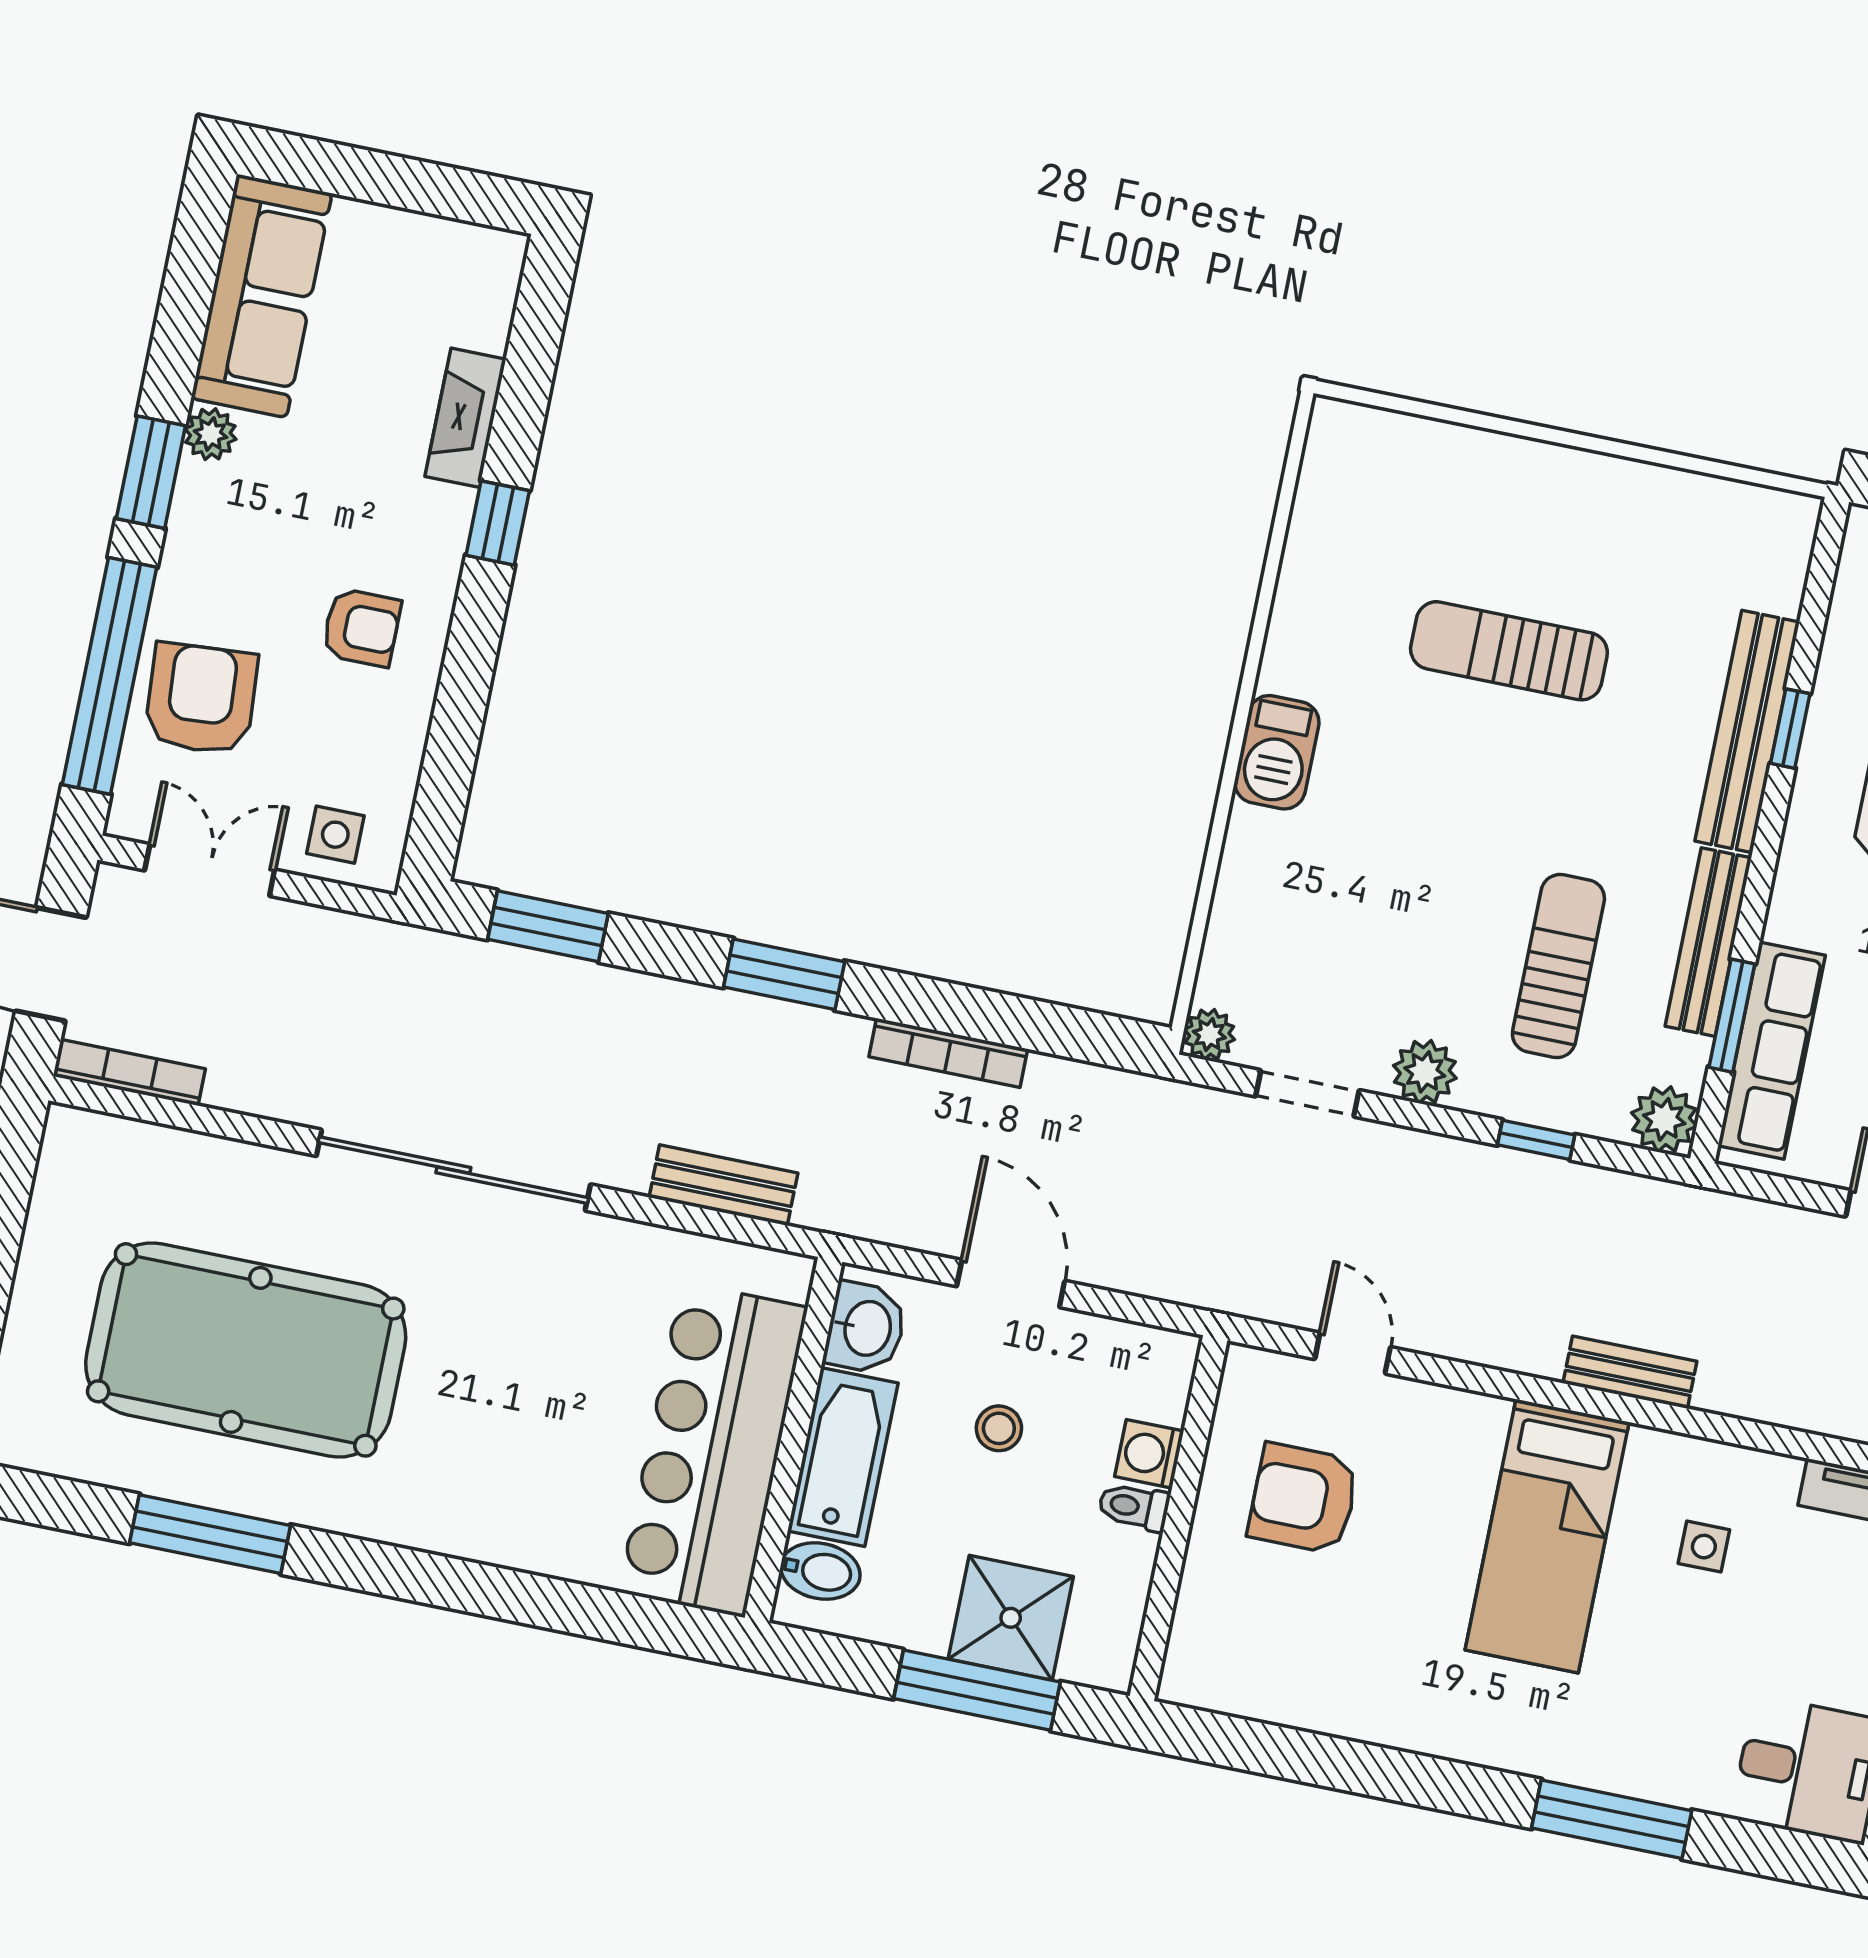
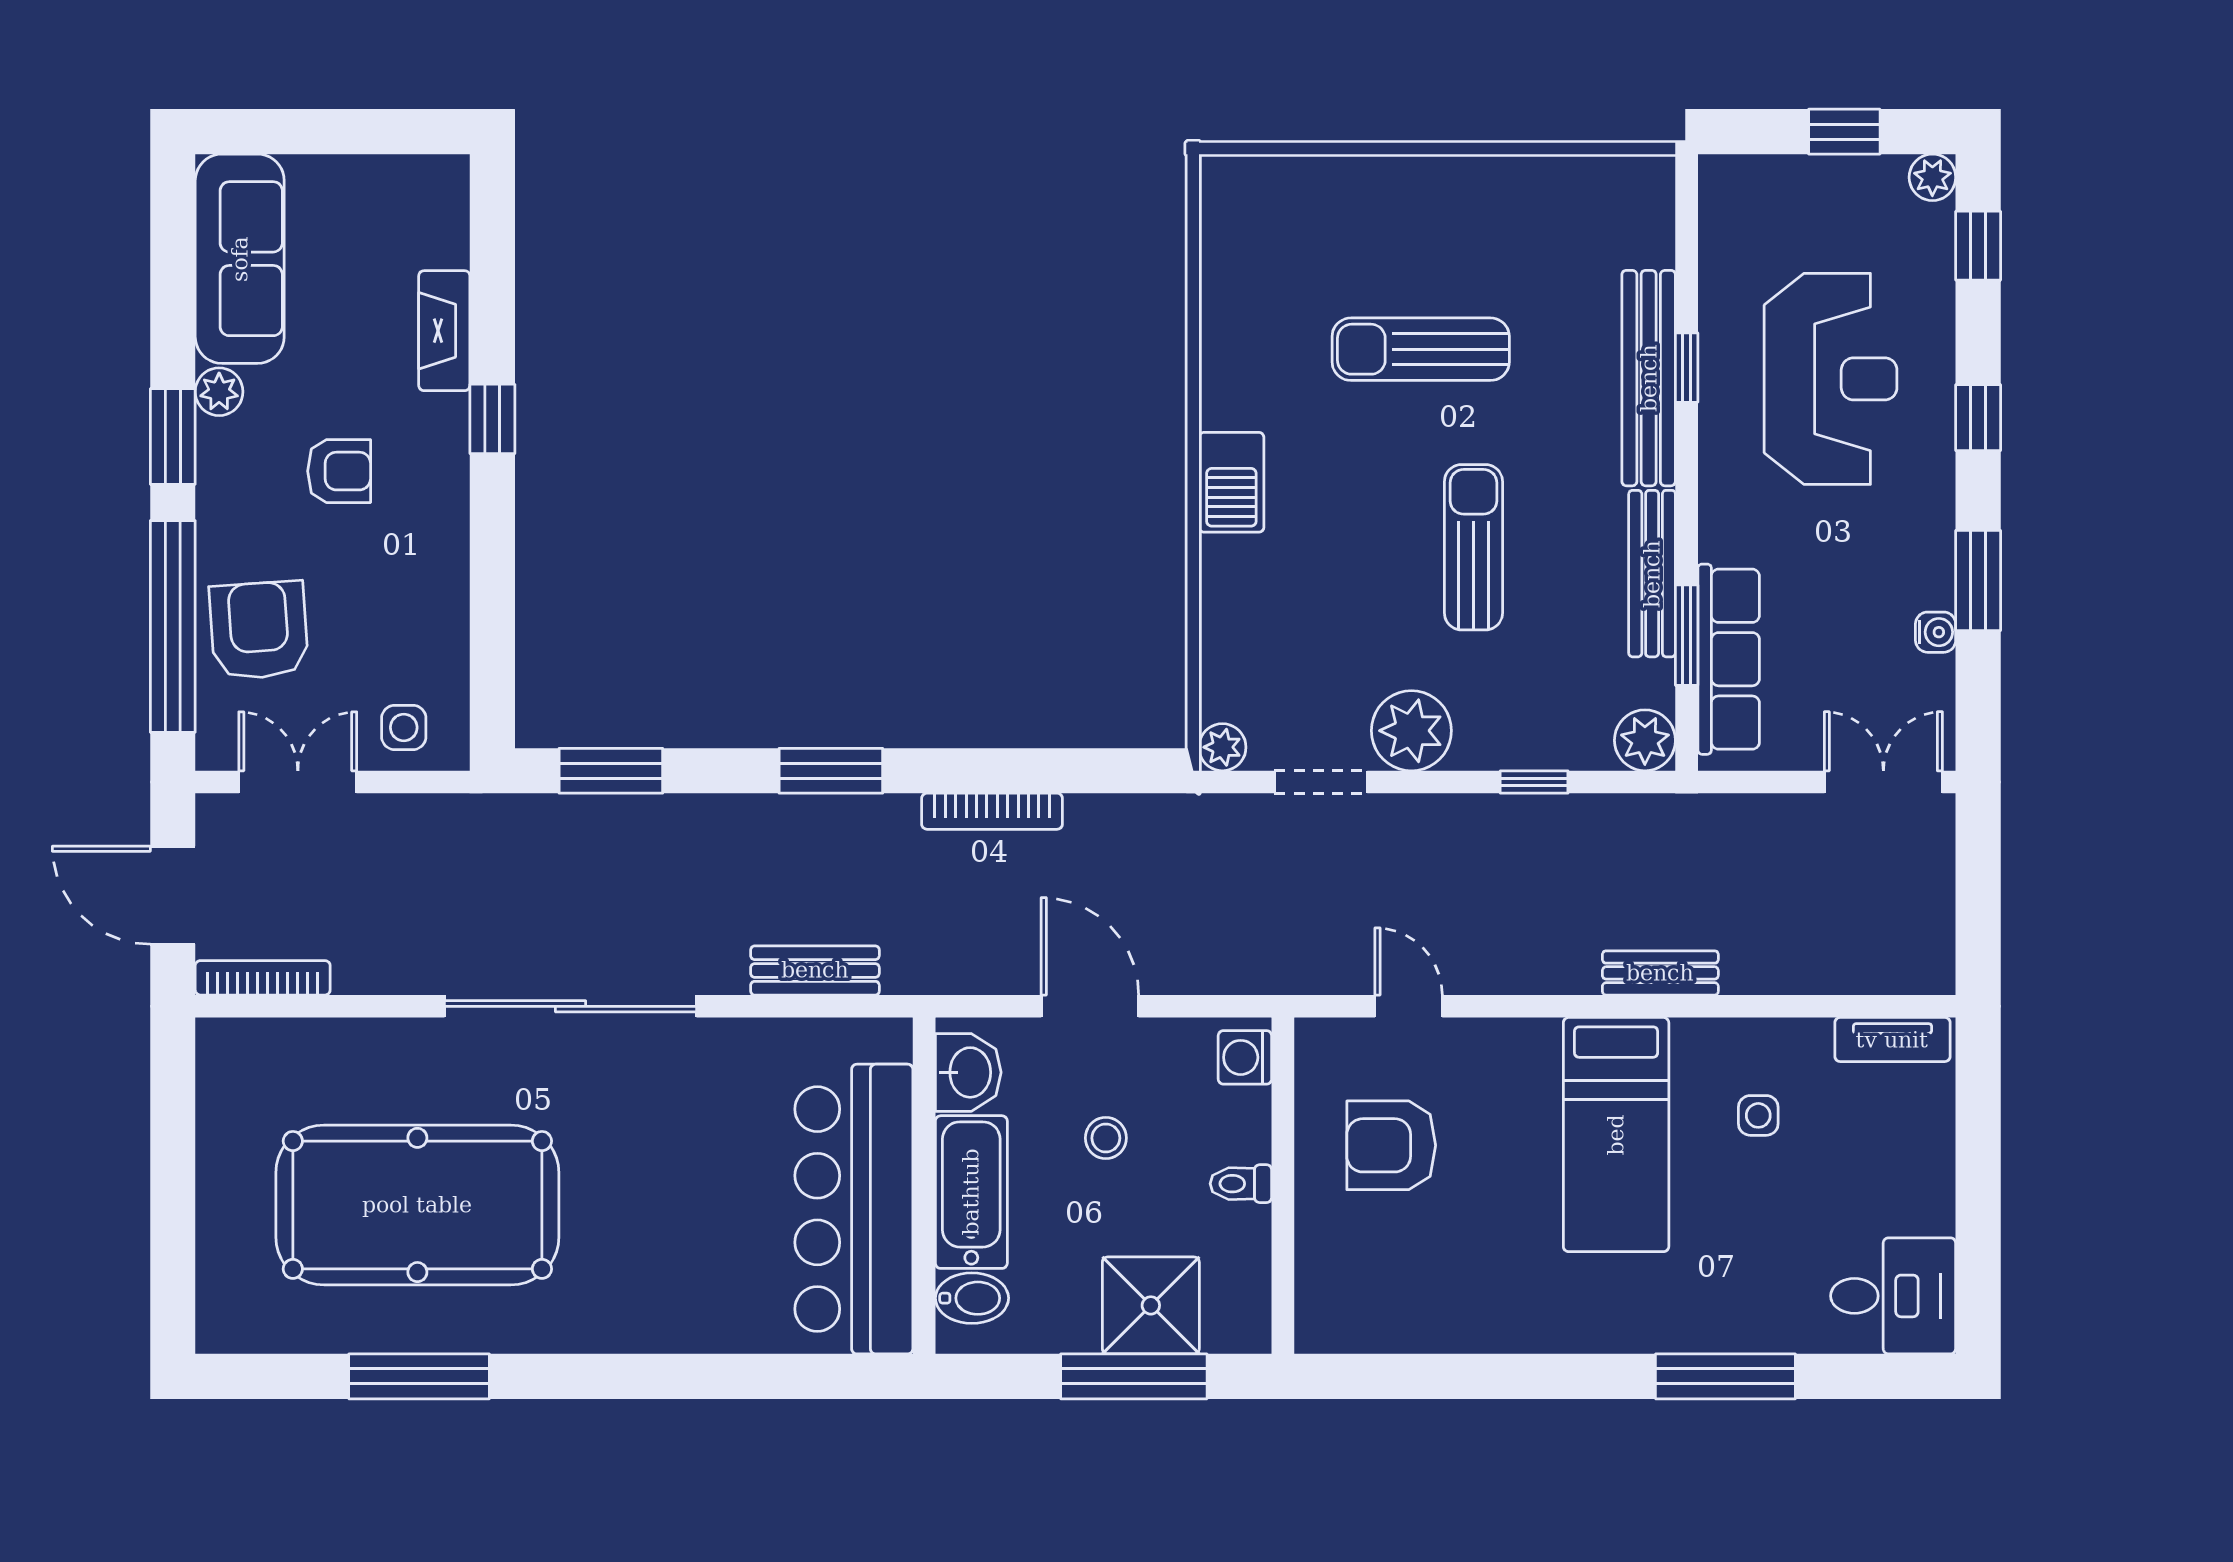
armchair: (361, 627) -> (339, 471), moved
sun lounger: (1558, 966) -> (1473, 547), moved
plant: (1425, 1072) -> (1411, 731), width x1.36, depth x1.36
washing machine: (1149, 1454) -> (1245, 1057), moved

